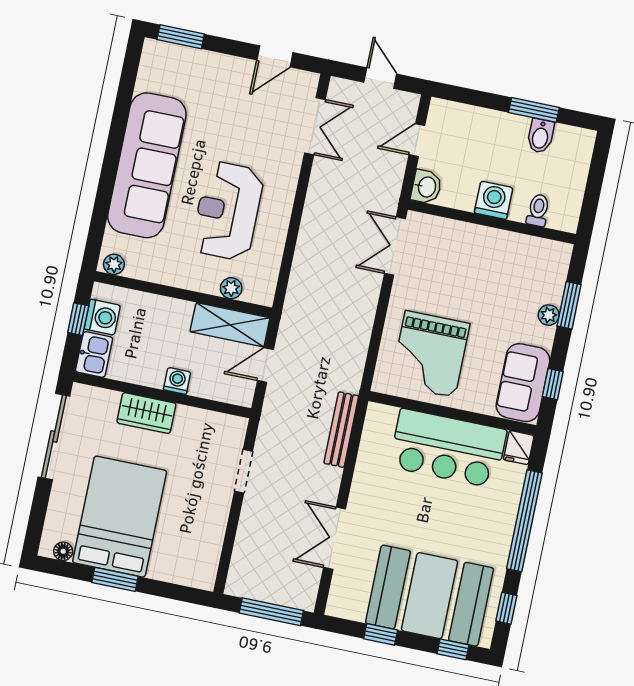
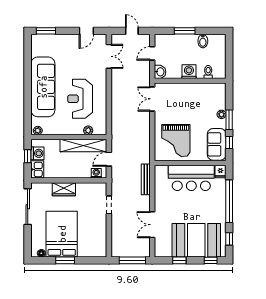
window: (534, 110) -> (185, 31), moved
window: (569, 305) -> (229, 120), moved
shelving: (230, 325) -> (83, 146), width x1.47
washing machine: (177, 381) -> (96, 173), moved

